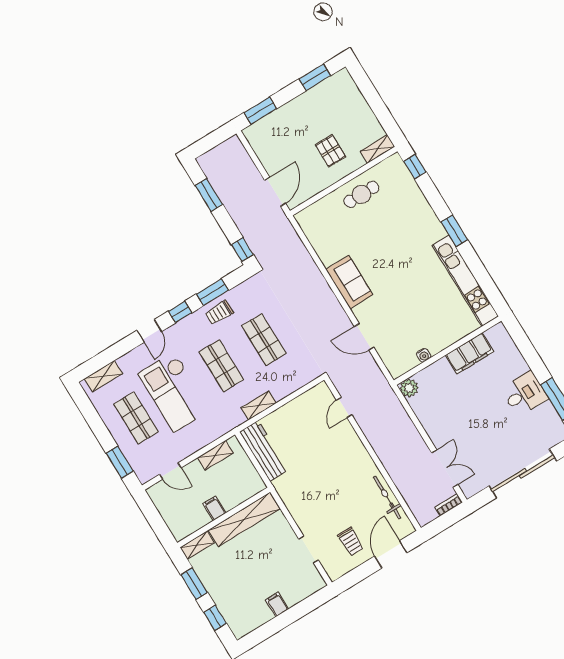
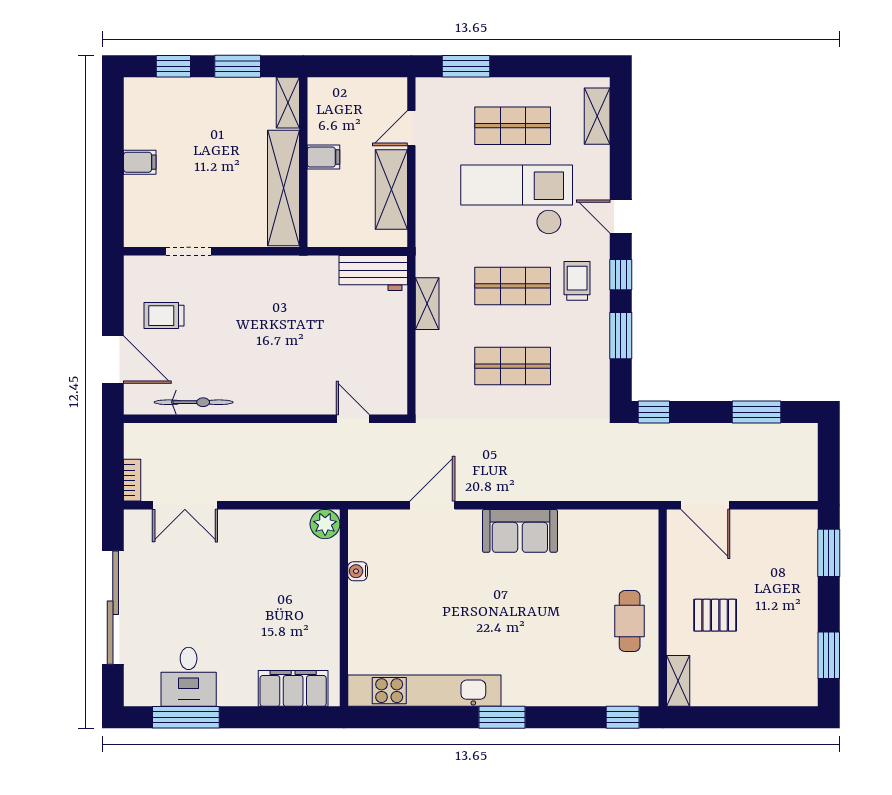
trolley: (219, 313) -> (577, 281), moved
filing cabinet: (469, 353) -> (293, 688), moved, turned 90
desk: (524, 394) -> (189, 677), moved
workbench: (264, 451) -> (373, 273), width x0.73
shelving: (215, 455) -> (391, 190), width x1.50, depth x1.33

